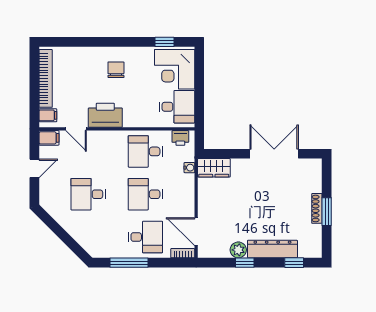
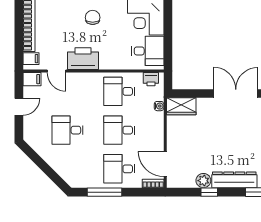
desk: (145, 237) -> (119, 169), turned 180

